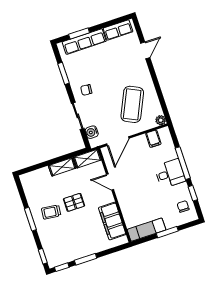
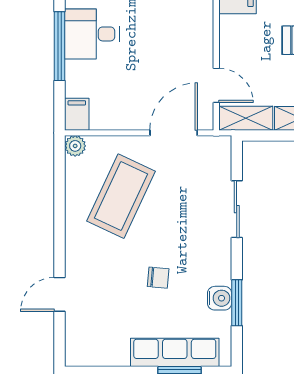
row of seats: (118, 30) -> (100, 353), removed
chair: (86, 90) -> (158, 278), moved
water cooler: (92, 132) -> (220, 298), moved
filing cabinet: (153, 139) -> (77, 114), moved
door: (110, 182) -> (216, 85), moved

